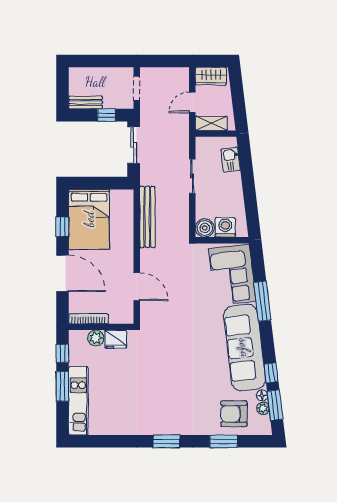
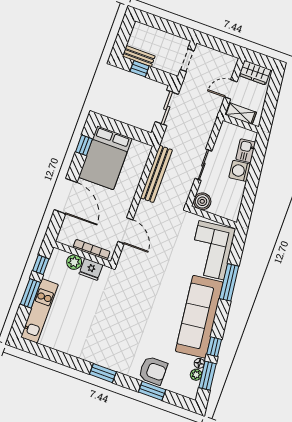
window: (106, 115) -> (140, 69), moved
sliding door: (192, 176) -> (203, 165), moved
window: (62, 227) -> (84, 145), moved
washing machine: (225, 227) -> (240, 171), moved, turned -97
bookcase: (89, 319) -> (92, 250), moved
armchair: (234, 414) -> (153, 371), moved, turned 180

